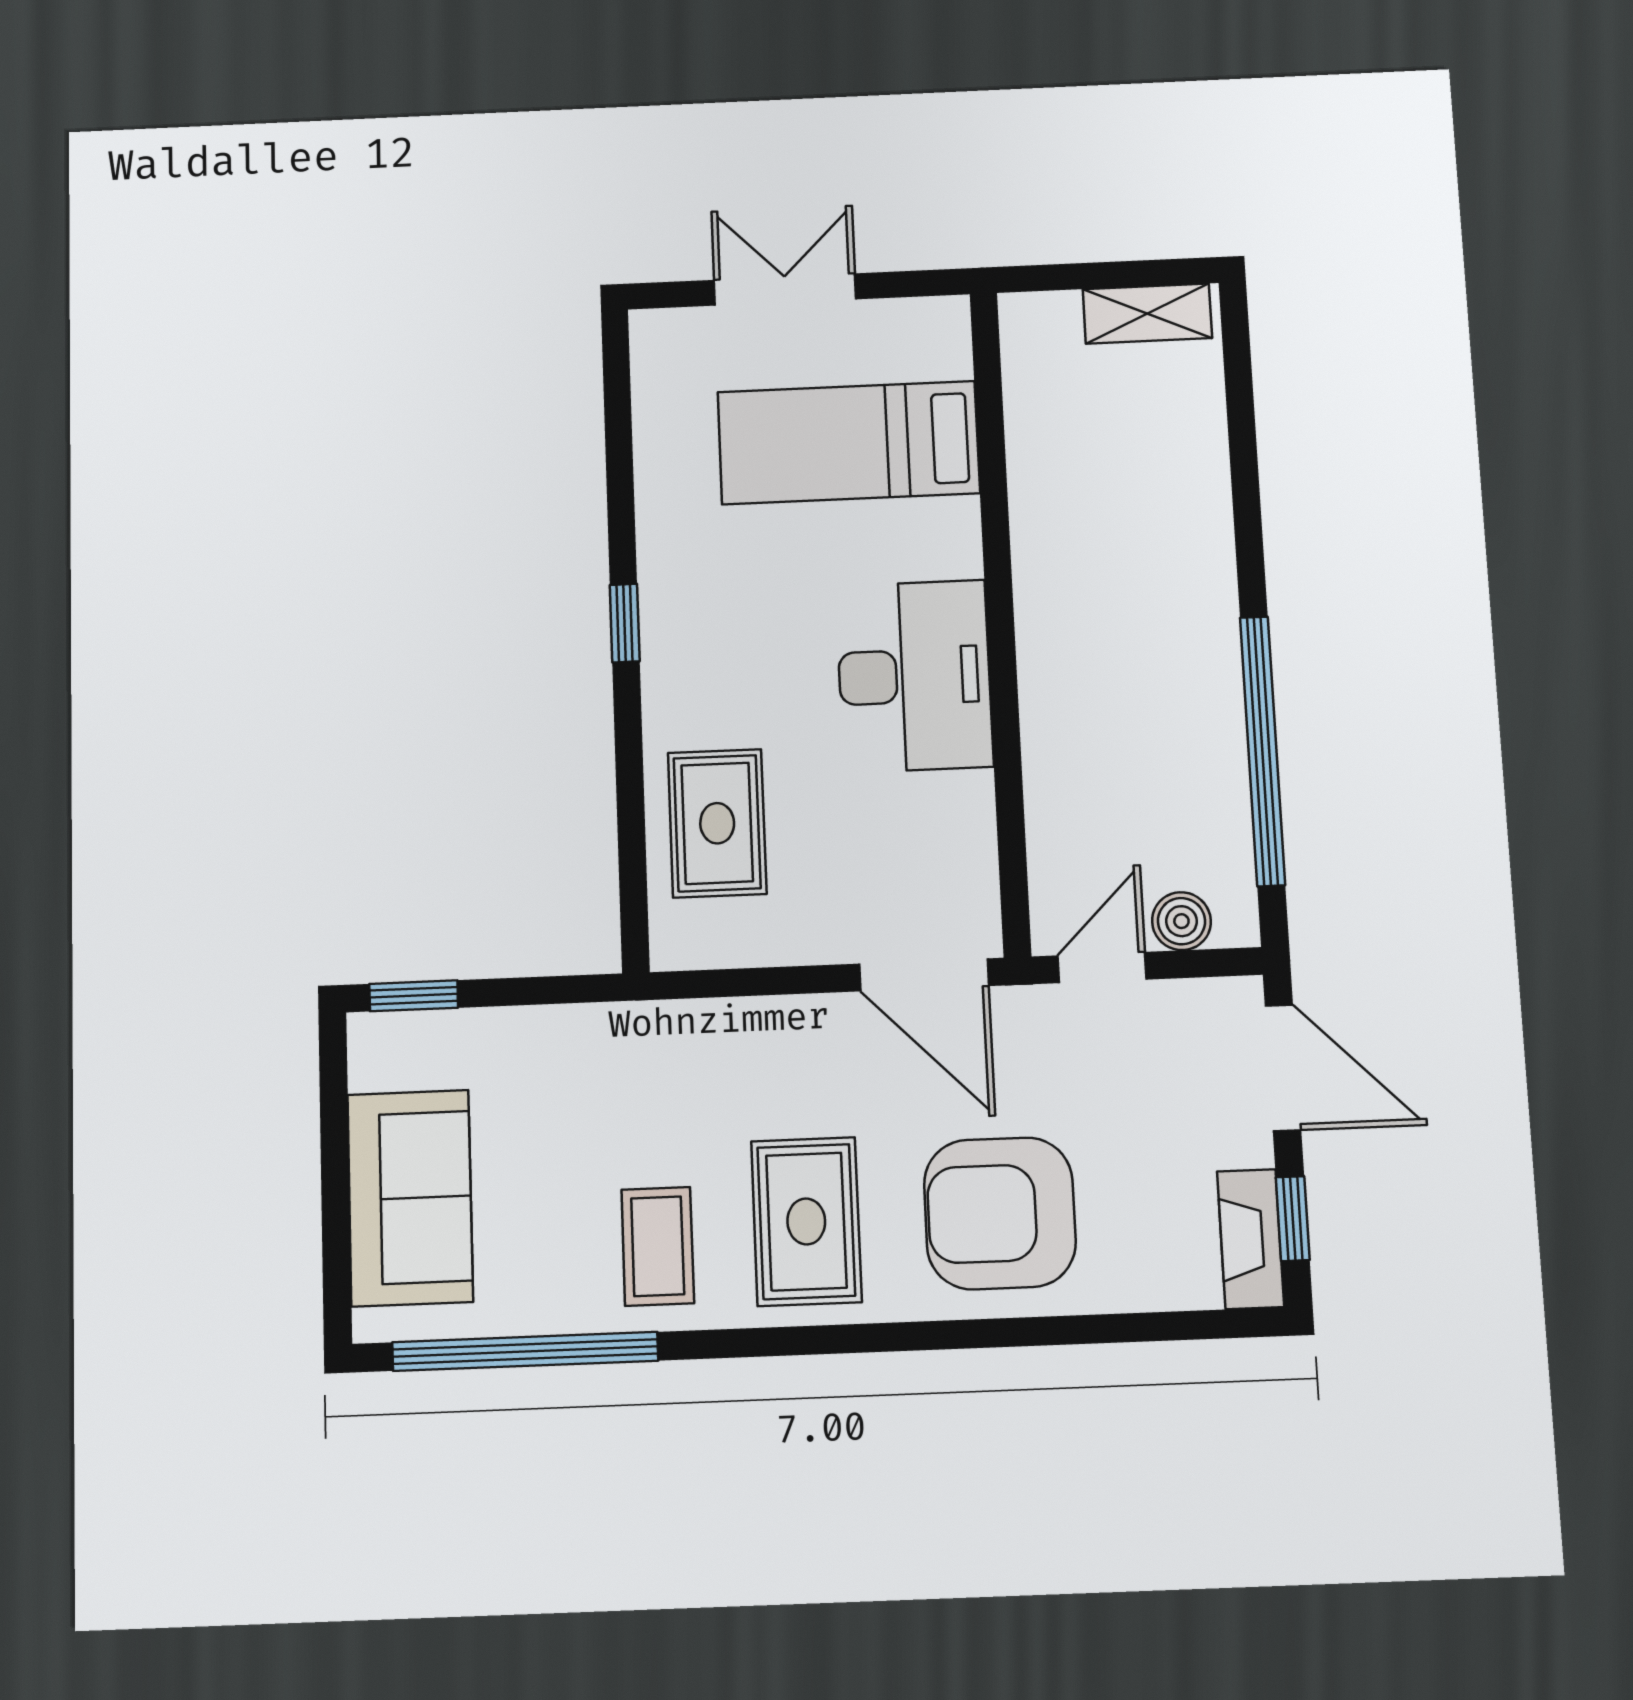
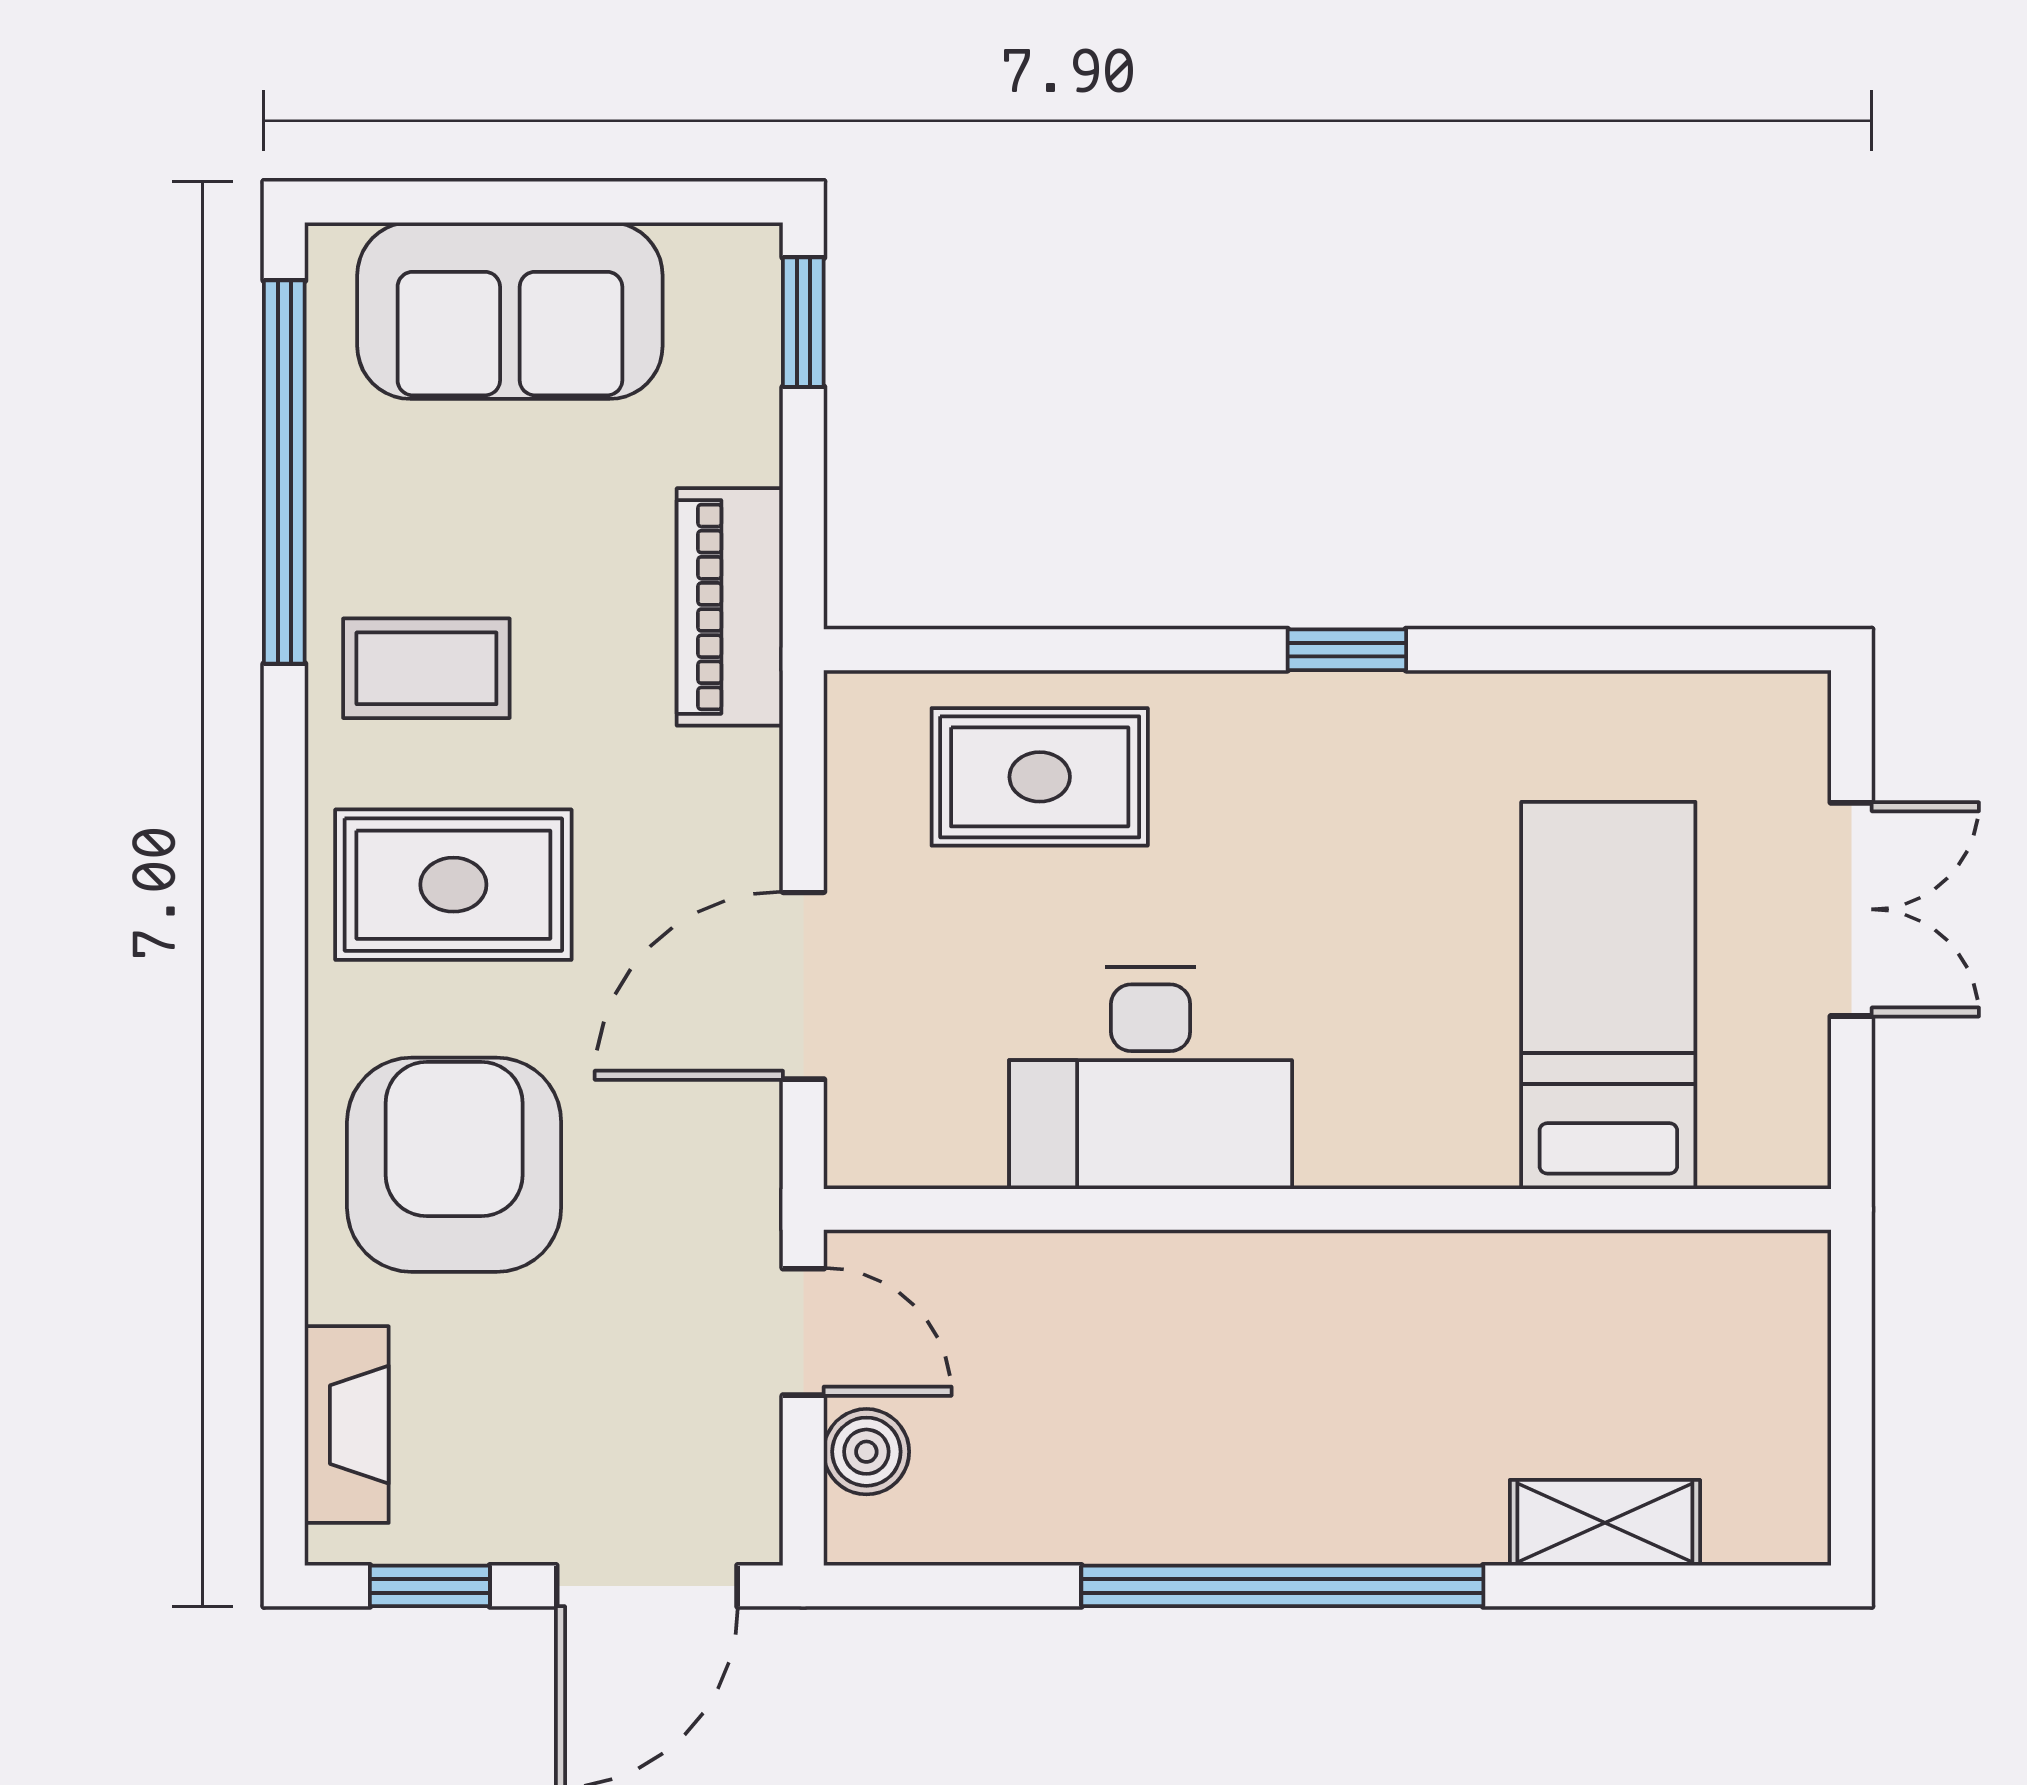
shelving: (1147, 314) -> (1605, 1523), moved, turned 90
desk: (914, 676) -> (1151, 1078), moved
window: (1262, 751) -> (1282, 1586), moved
door: (924, 975) -> (803, 986), moved
piano: (609, 1038) -> (730, 607), added
fireplace: (1251, 1239) -> (347, 1425), moved, turned 90

